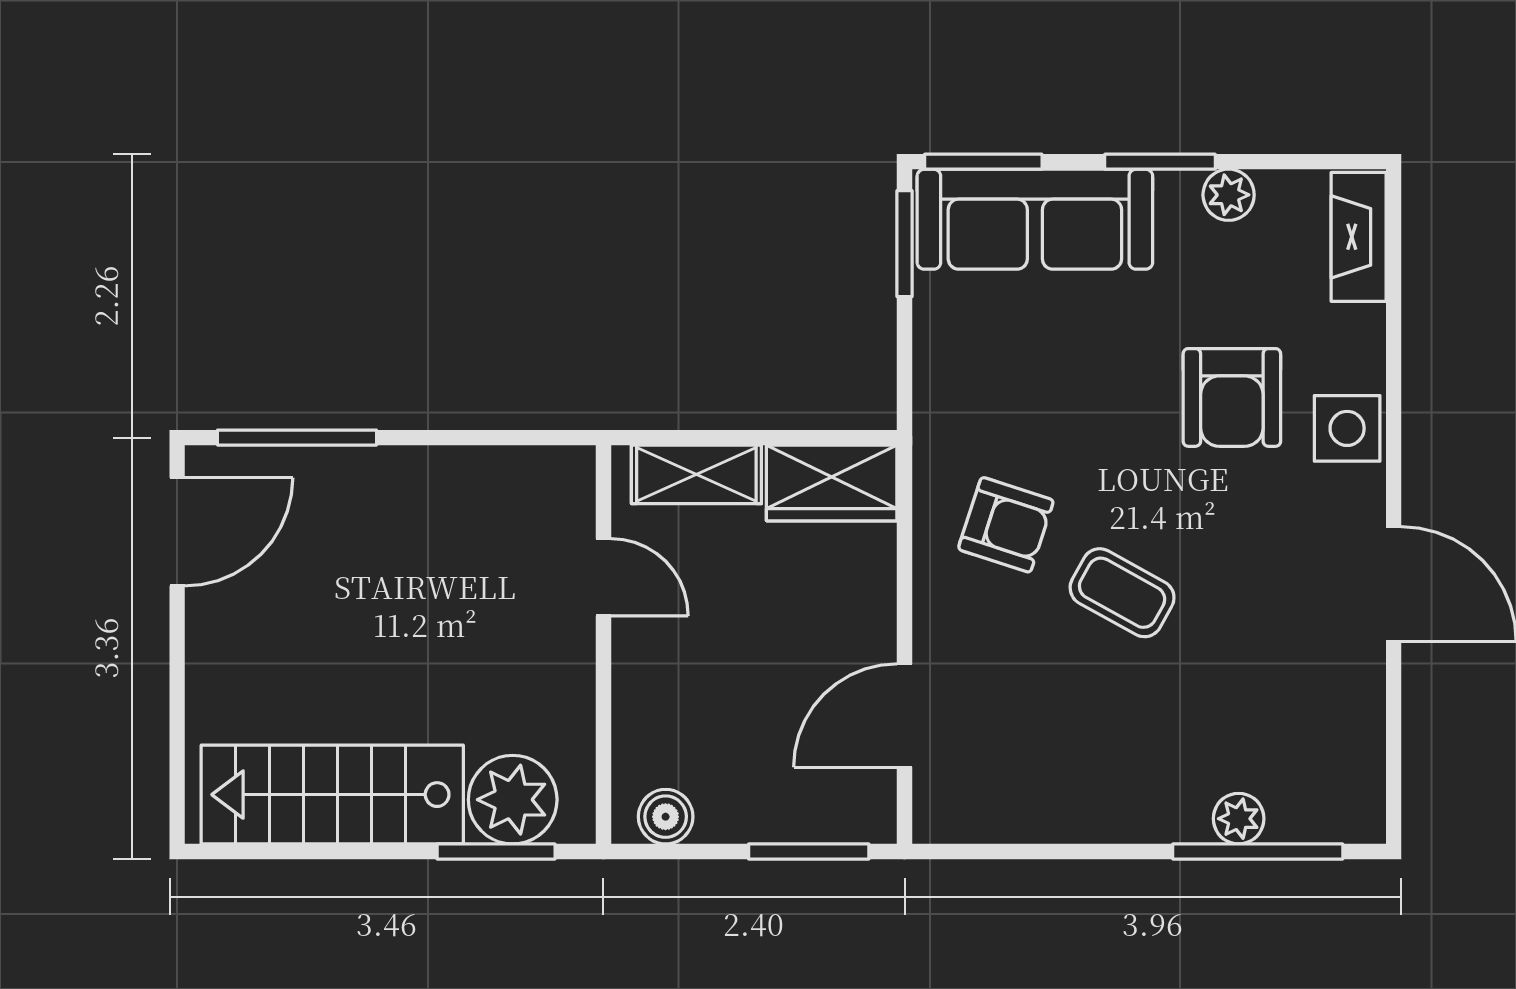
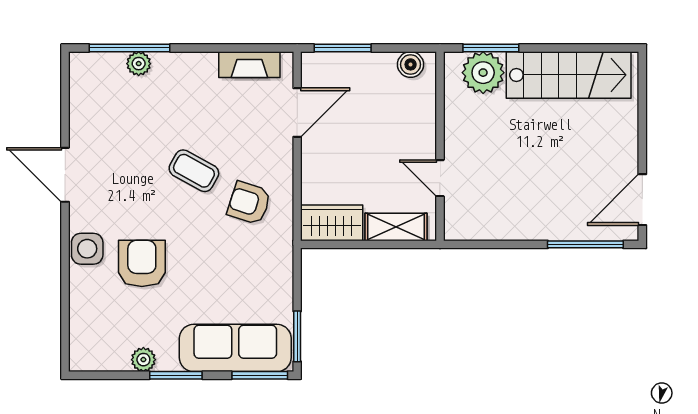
fireplace: (1359, 237) -> (249, 65), moved, turned 90

